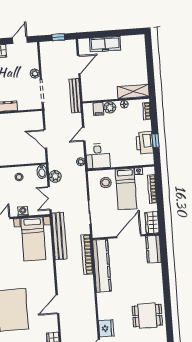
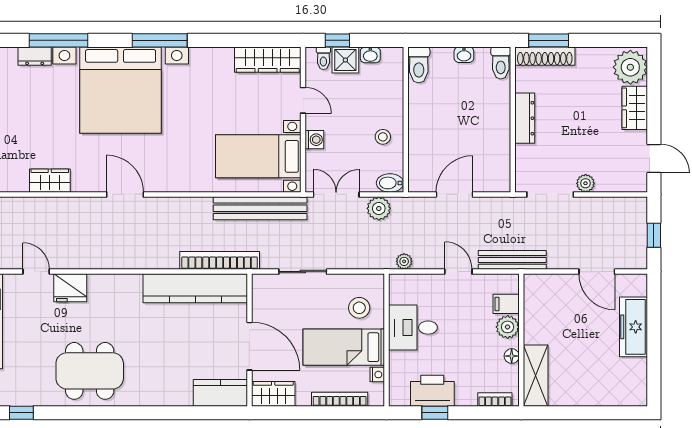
bench: (75, 96) -> (512, 260), moved
desk: (98, 156) -> (413, 328), moved
dining table: (147, 316) -> (90, 371), width x1.38

